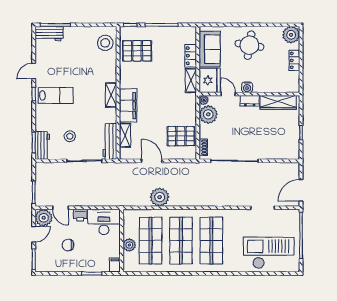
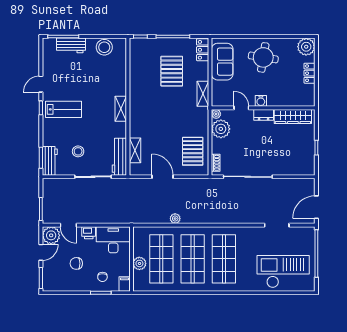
workbench: (49, 33) -> (71, 45), moved
stool: (105, 43) -> (104, 47), moved
pallet: (137, 51) -> (172, 71), moved, turned 90
locker: (191, 56) -> (203, 50), moved
fridge: (210, 80) -> (222, 94), removed
filing cabinet: (128, 106) -> (138, 120), removed
pallet: (181, 136) -> (193, 151), turned 90
plant: (160, 197) -> (175, 219), width x0.53, depth x0.53
chair: (93, 258) -> (102, 277), added

